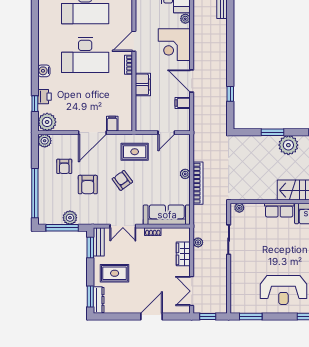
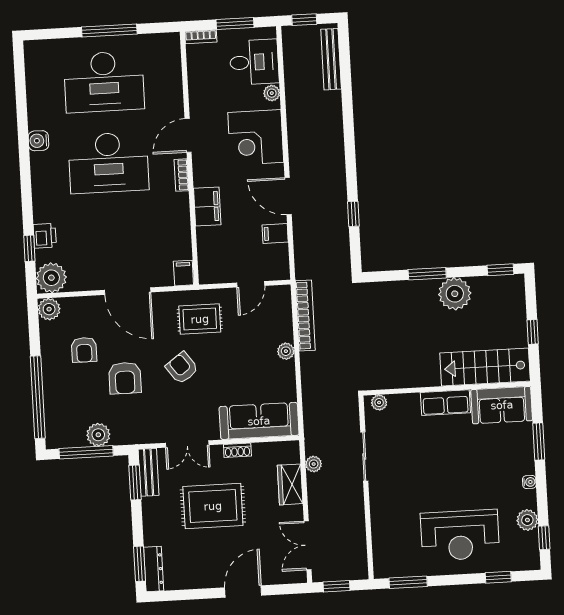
water cooler: (44, 71) -> (38, 141), moved
filing cabinet: (112, 124) -> (183, 273), moved
door: (92, 133) -> (128, 291), hinge flipped
bookcase: (198, 183) -> (305, 315), moved
rug: (115, 273) -> (213, 506), moved, width x1.36, depth x1.43

